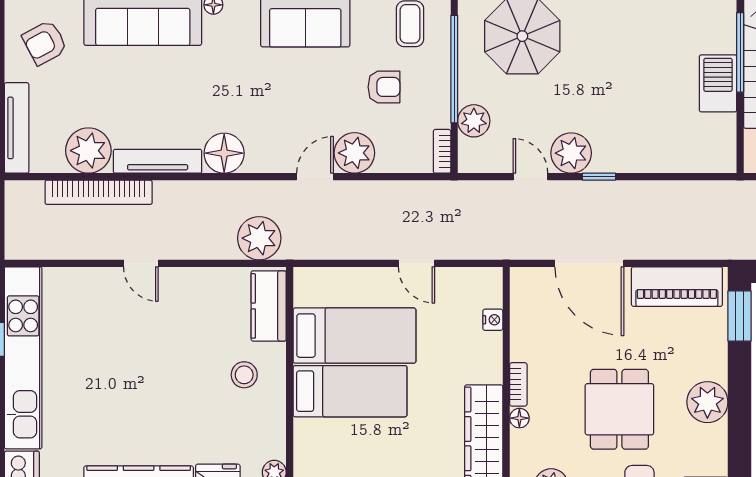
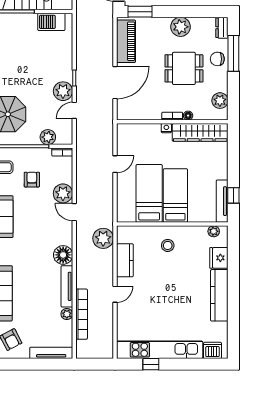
barbecue: (718, 83) -> (51, 22), moved
plant: (88, 151) -> (67, 314), width x0.53, depth x0.53
kitchen counter: (269, 306) -> (125, 260), moved, turned -90
nightstand: (493, 320) -> (166, 128), moved

